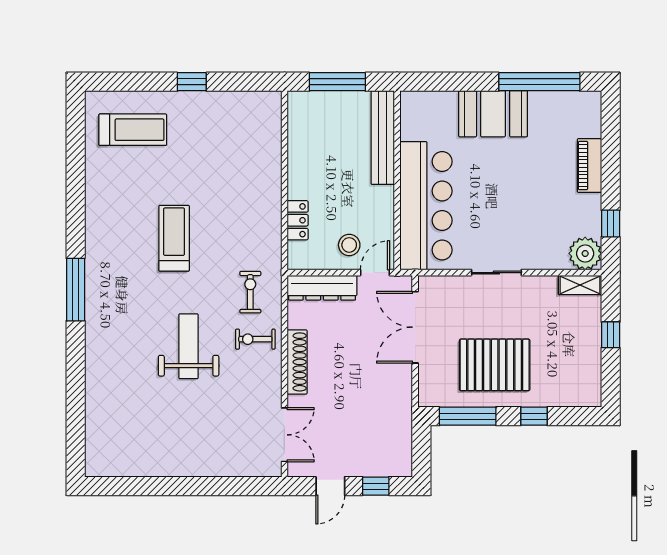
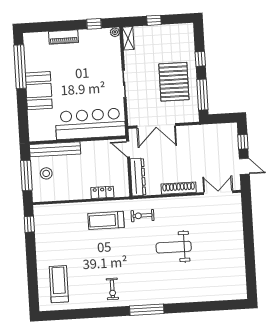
window: (192, 82) -> (29, 224), moved
treadmill: (174, 238) -> (106, 220), moved
stool: (349, 245) -> (46, 173), moved
plant: (585, 253) -> (115, 32), width x0.53, depth x0.53
exercise bike: (255, 339) -> (112, 289), moved

